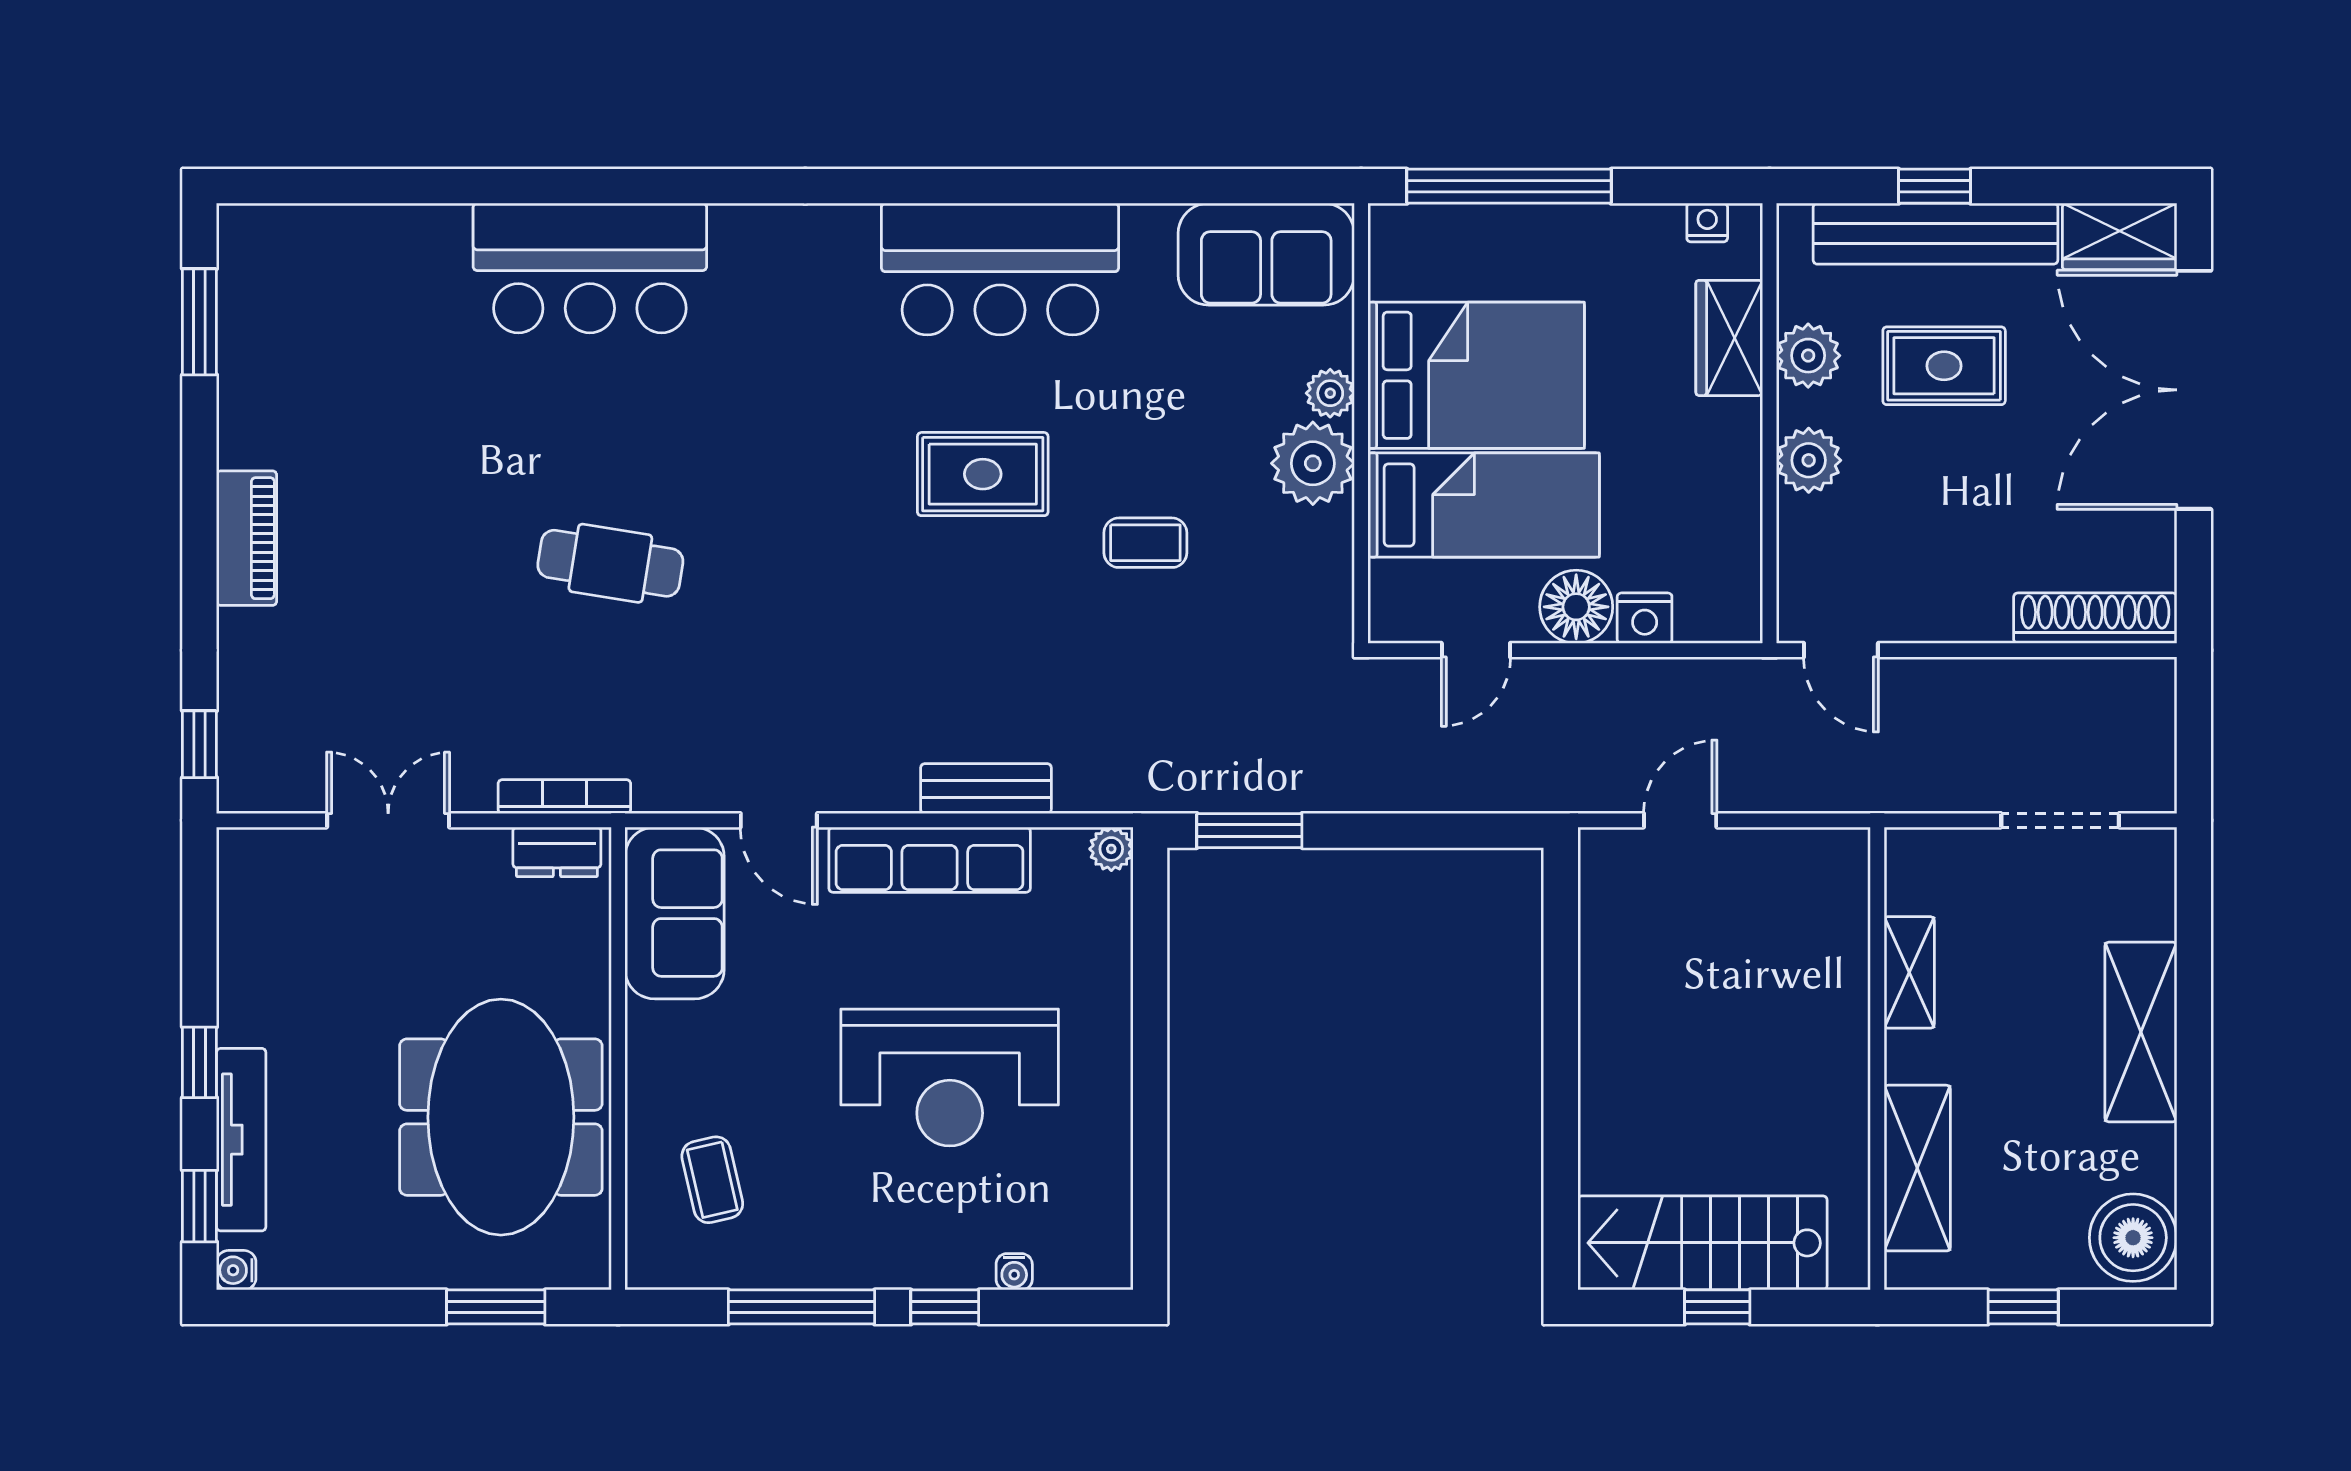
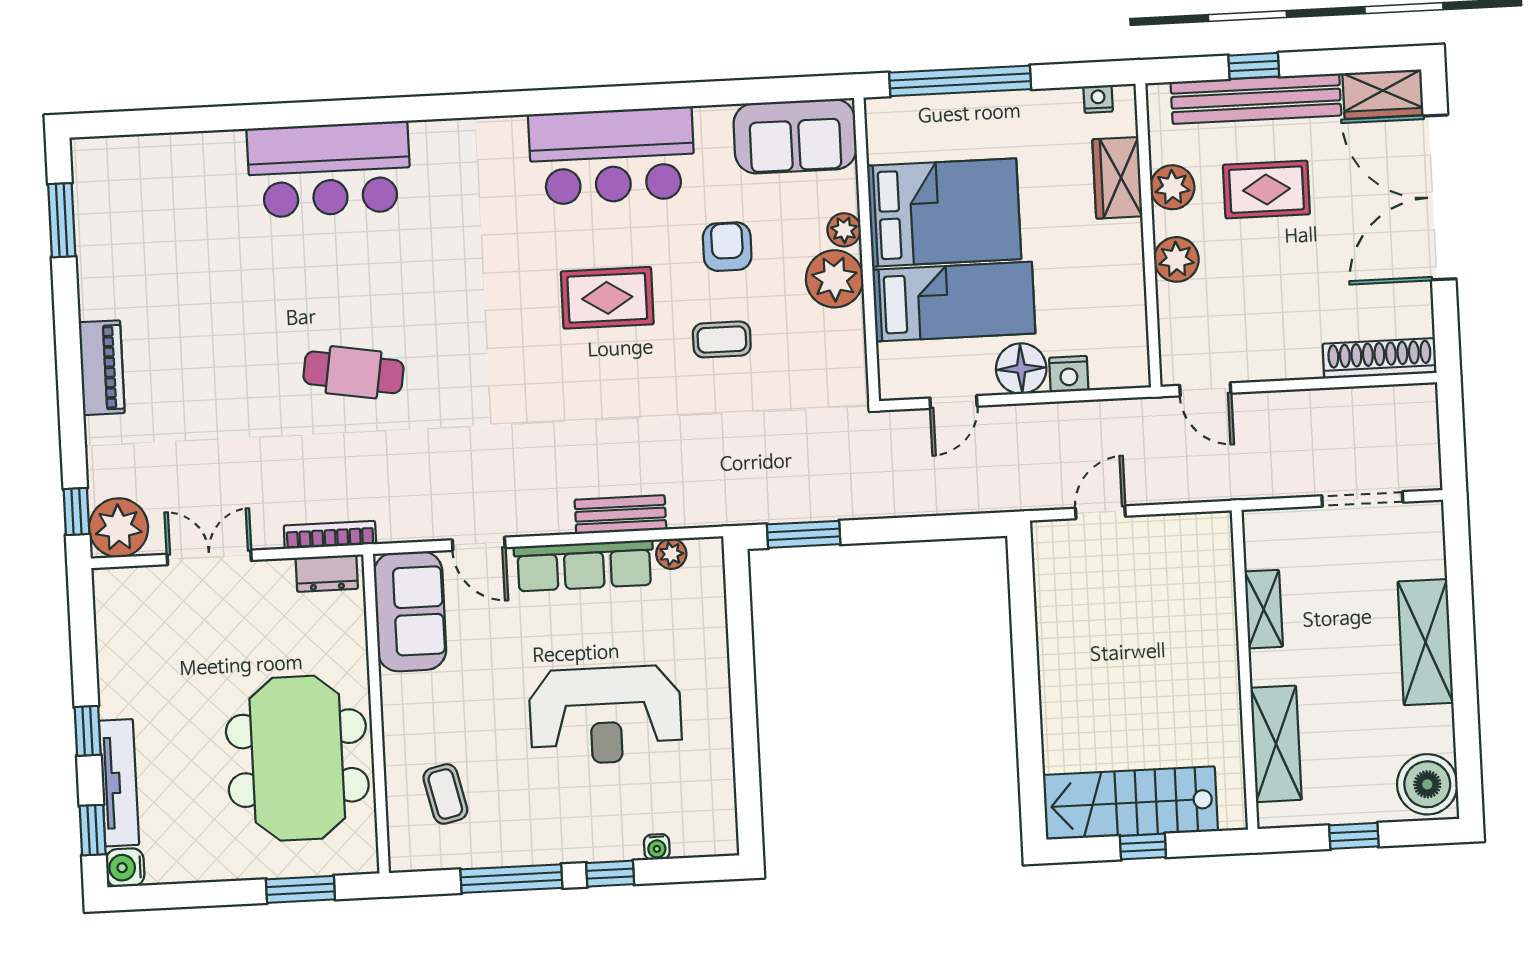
armchair: (1160, 409) -> (727, 247), added
plant: (259, 771) -> (119, 528), added
plant: (1111, 849) -> (671, 554), moved
water cooler: (236, 1270) -> (125, 868), width x1.38, depth x1.38

